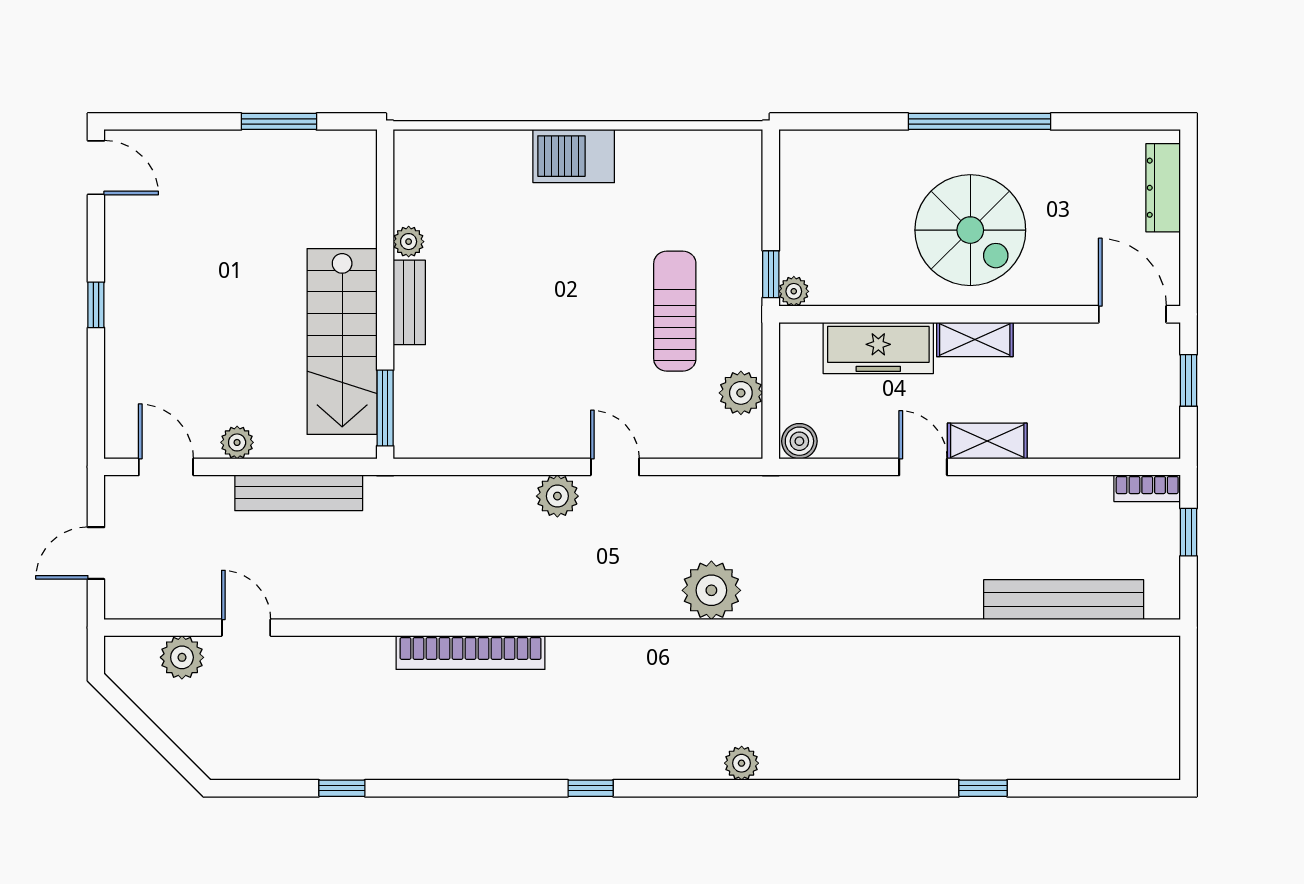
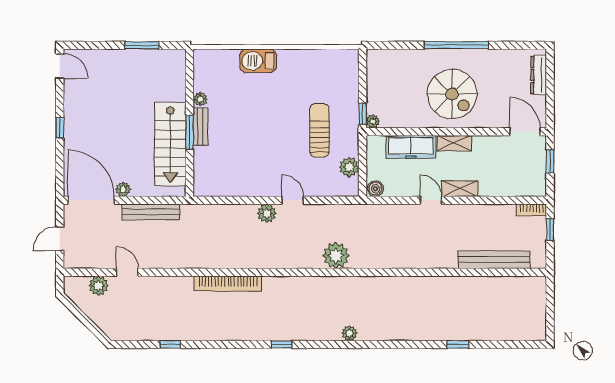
barbecue: (574, 156) -> (258, 61), moved
window: (385, 408) -> (190, 132), moved
door: (166, 467) -> (91, 200), width x1.87

